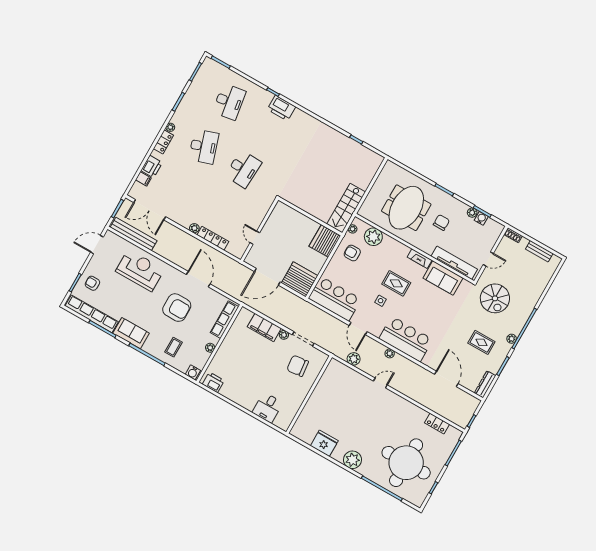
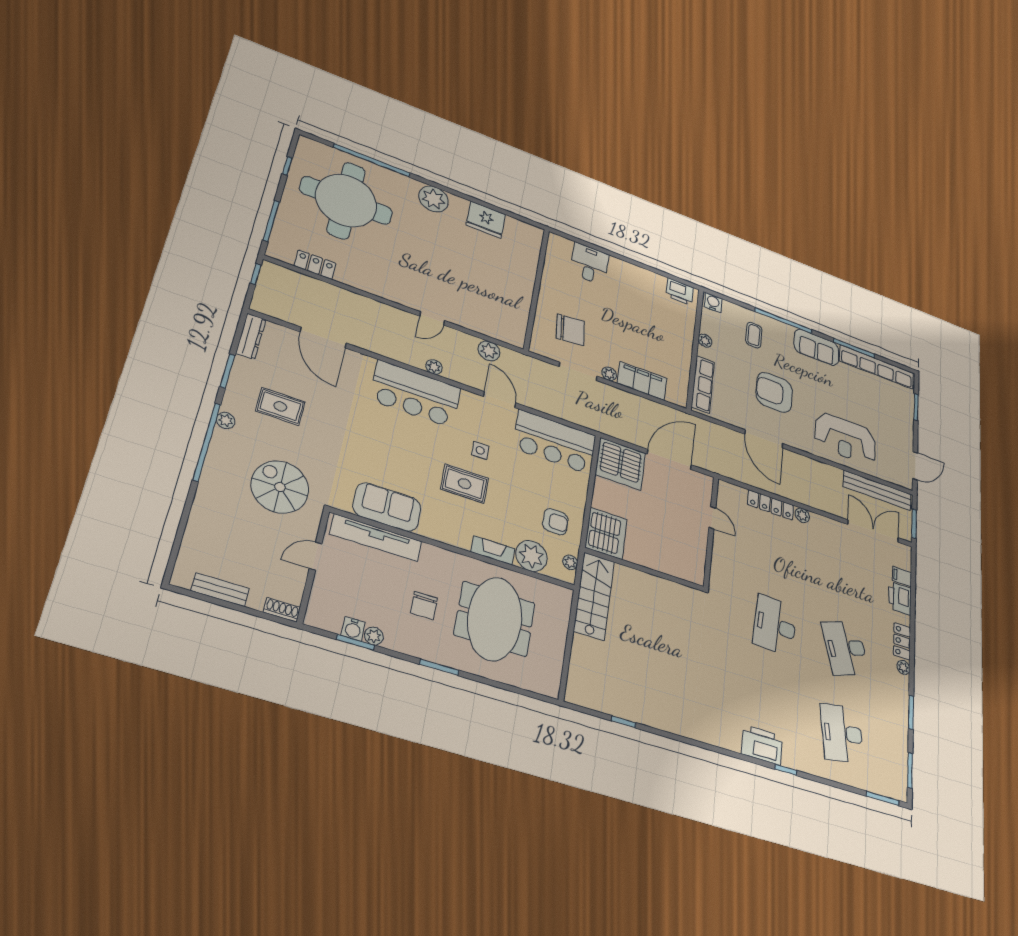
fireplace: (420, 259) -> (493, 550), moved
armchair: (92, 283) -> (895, 410), removed

